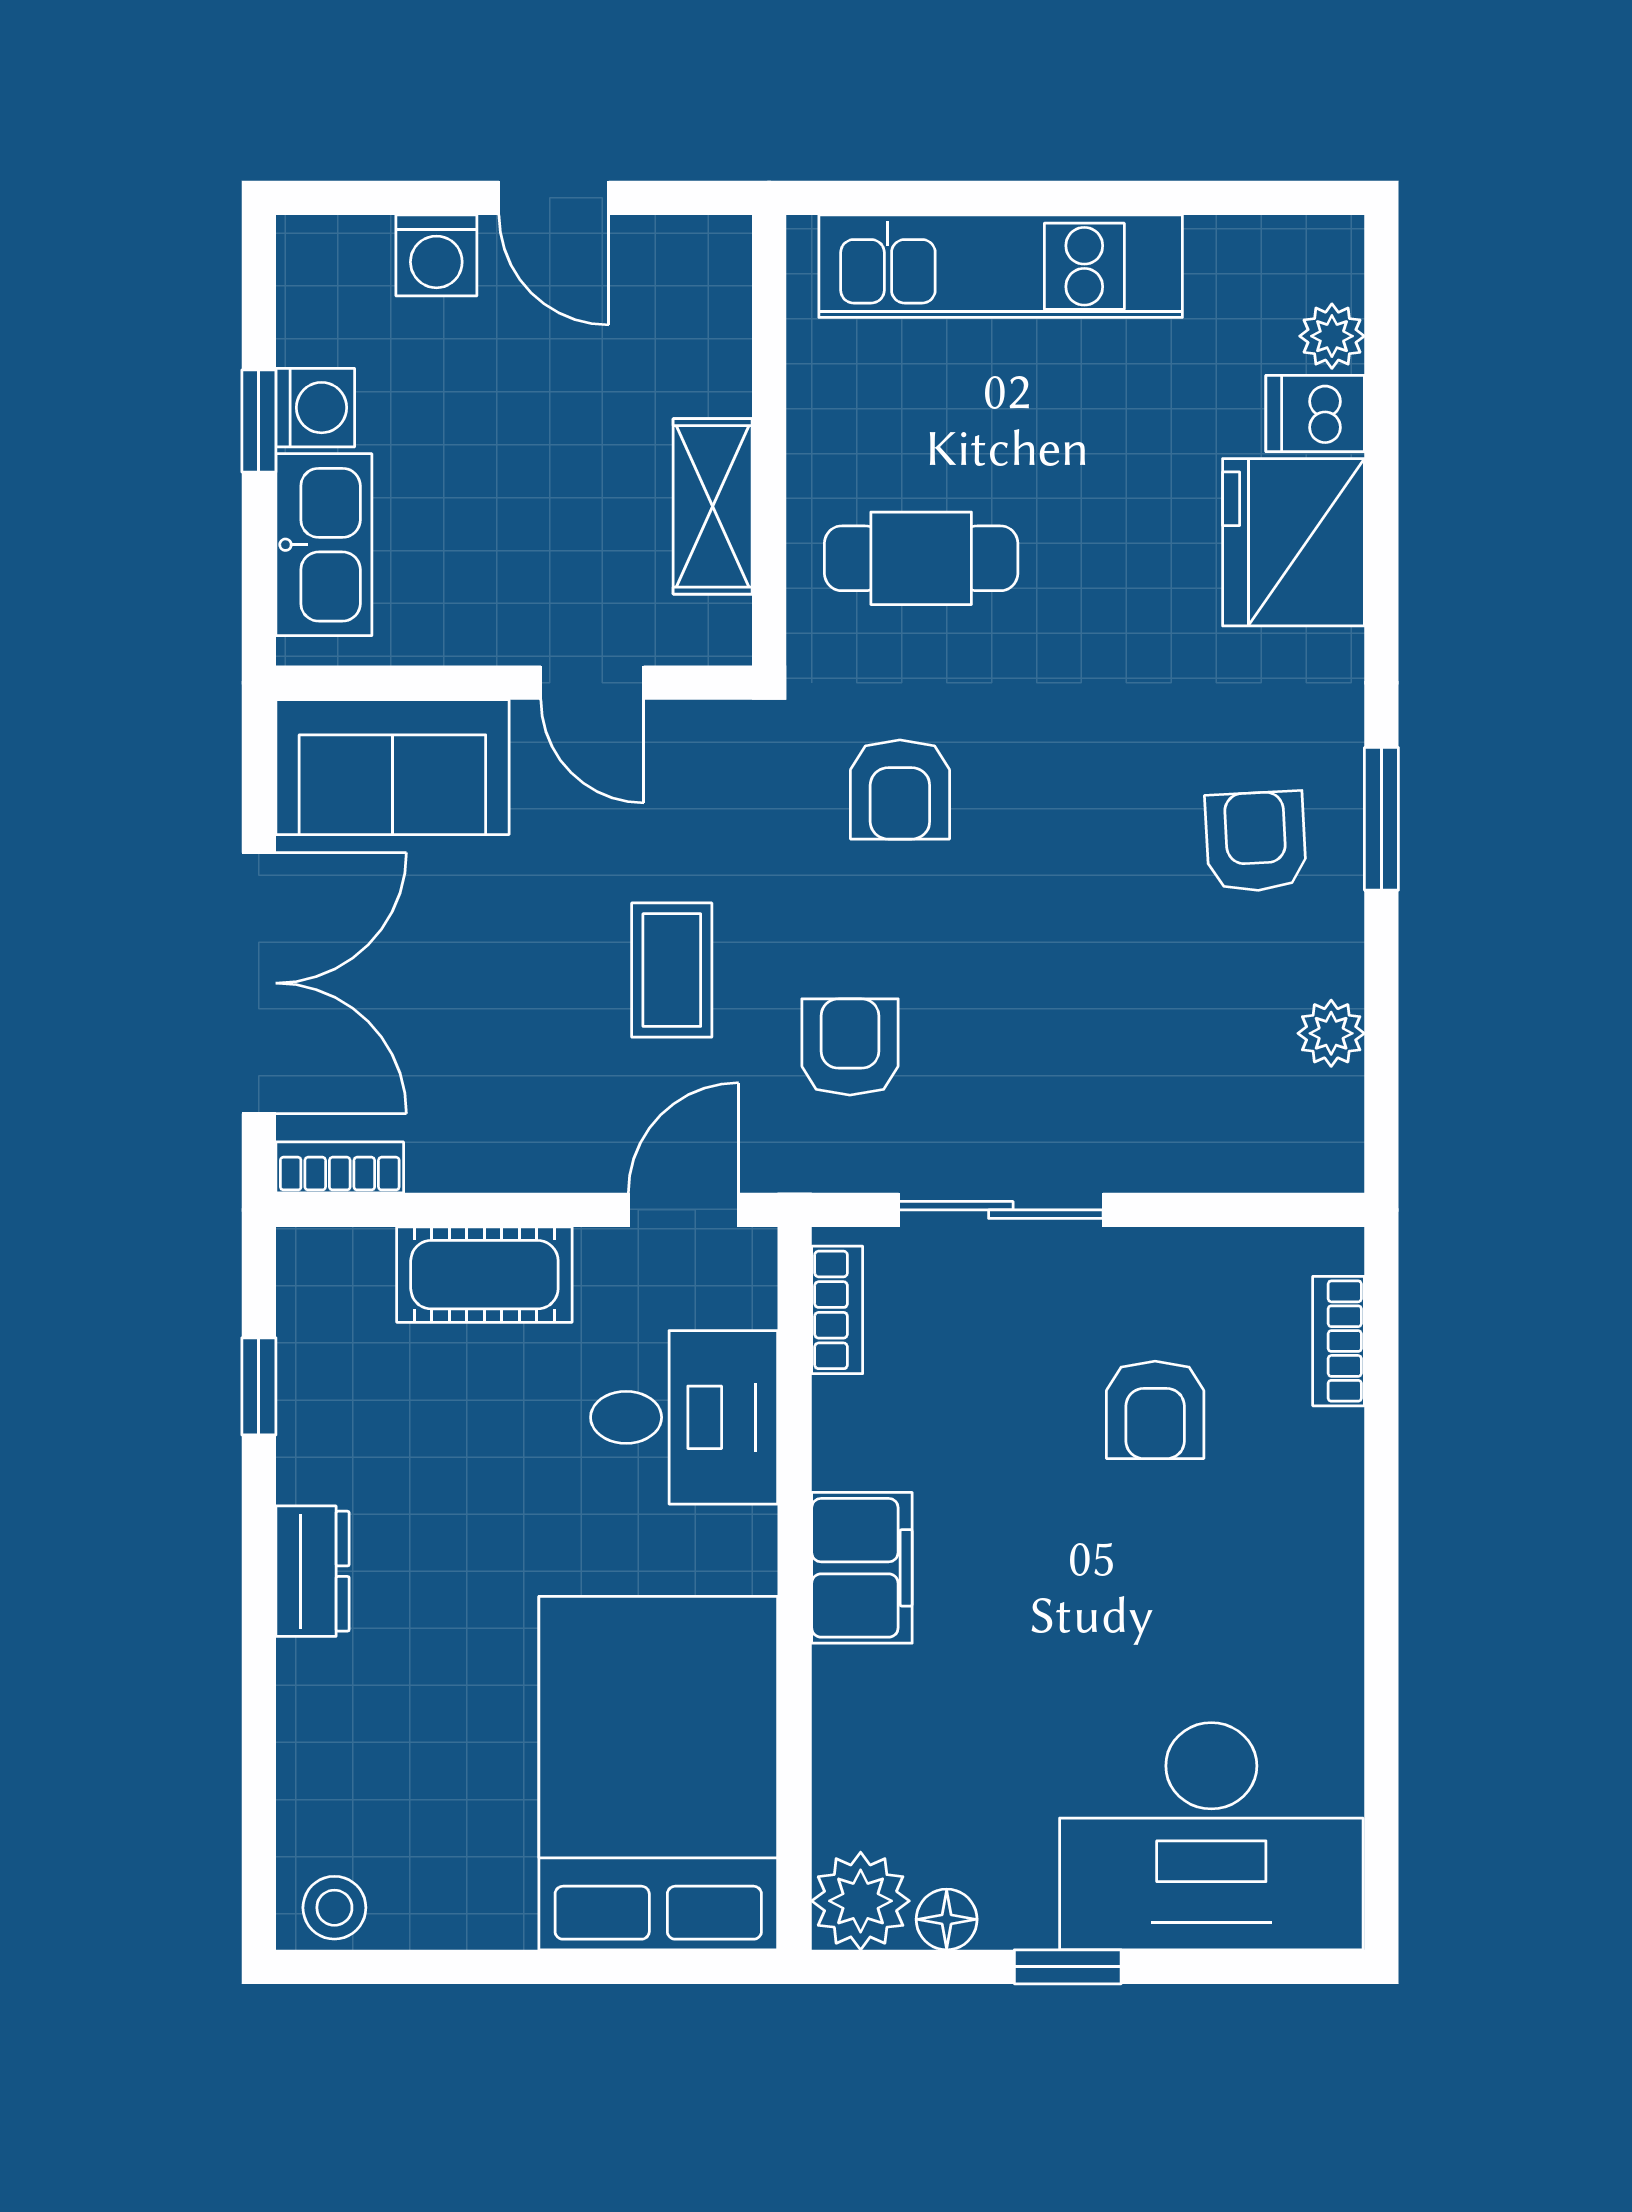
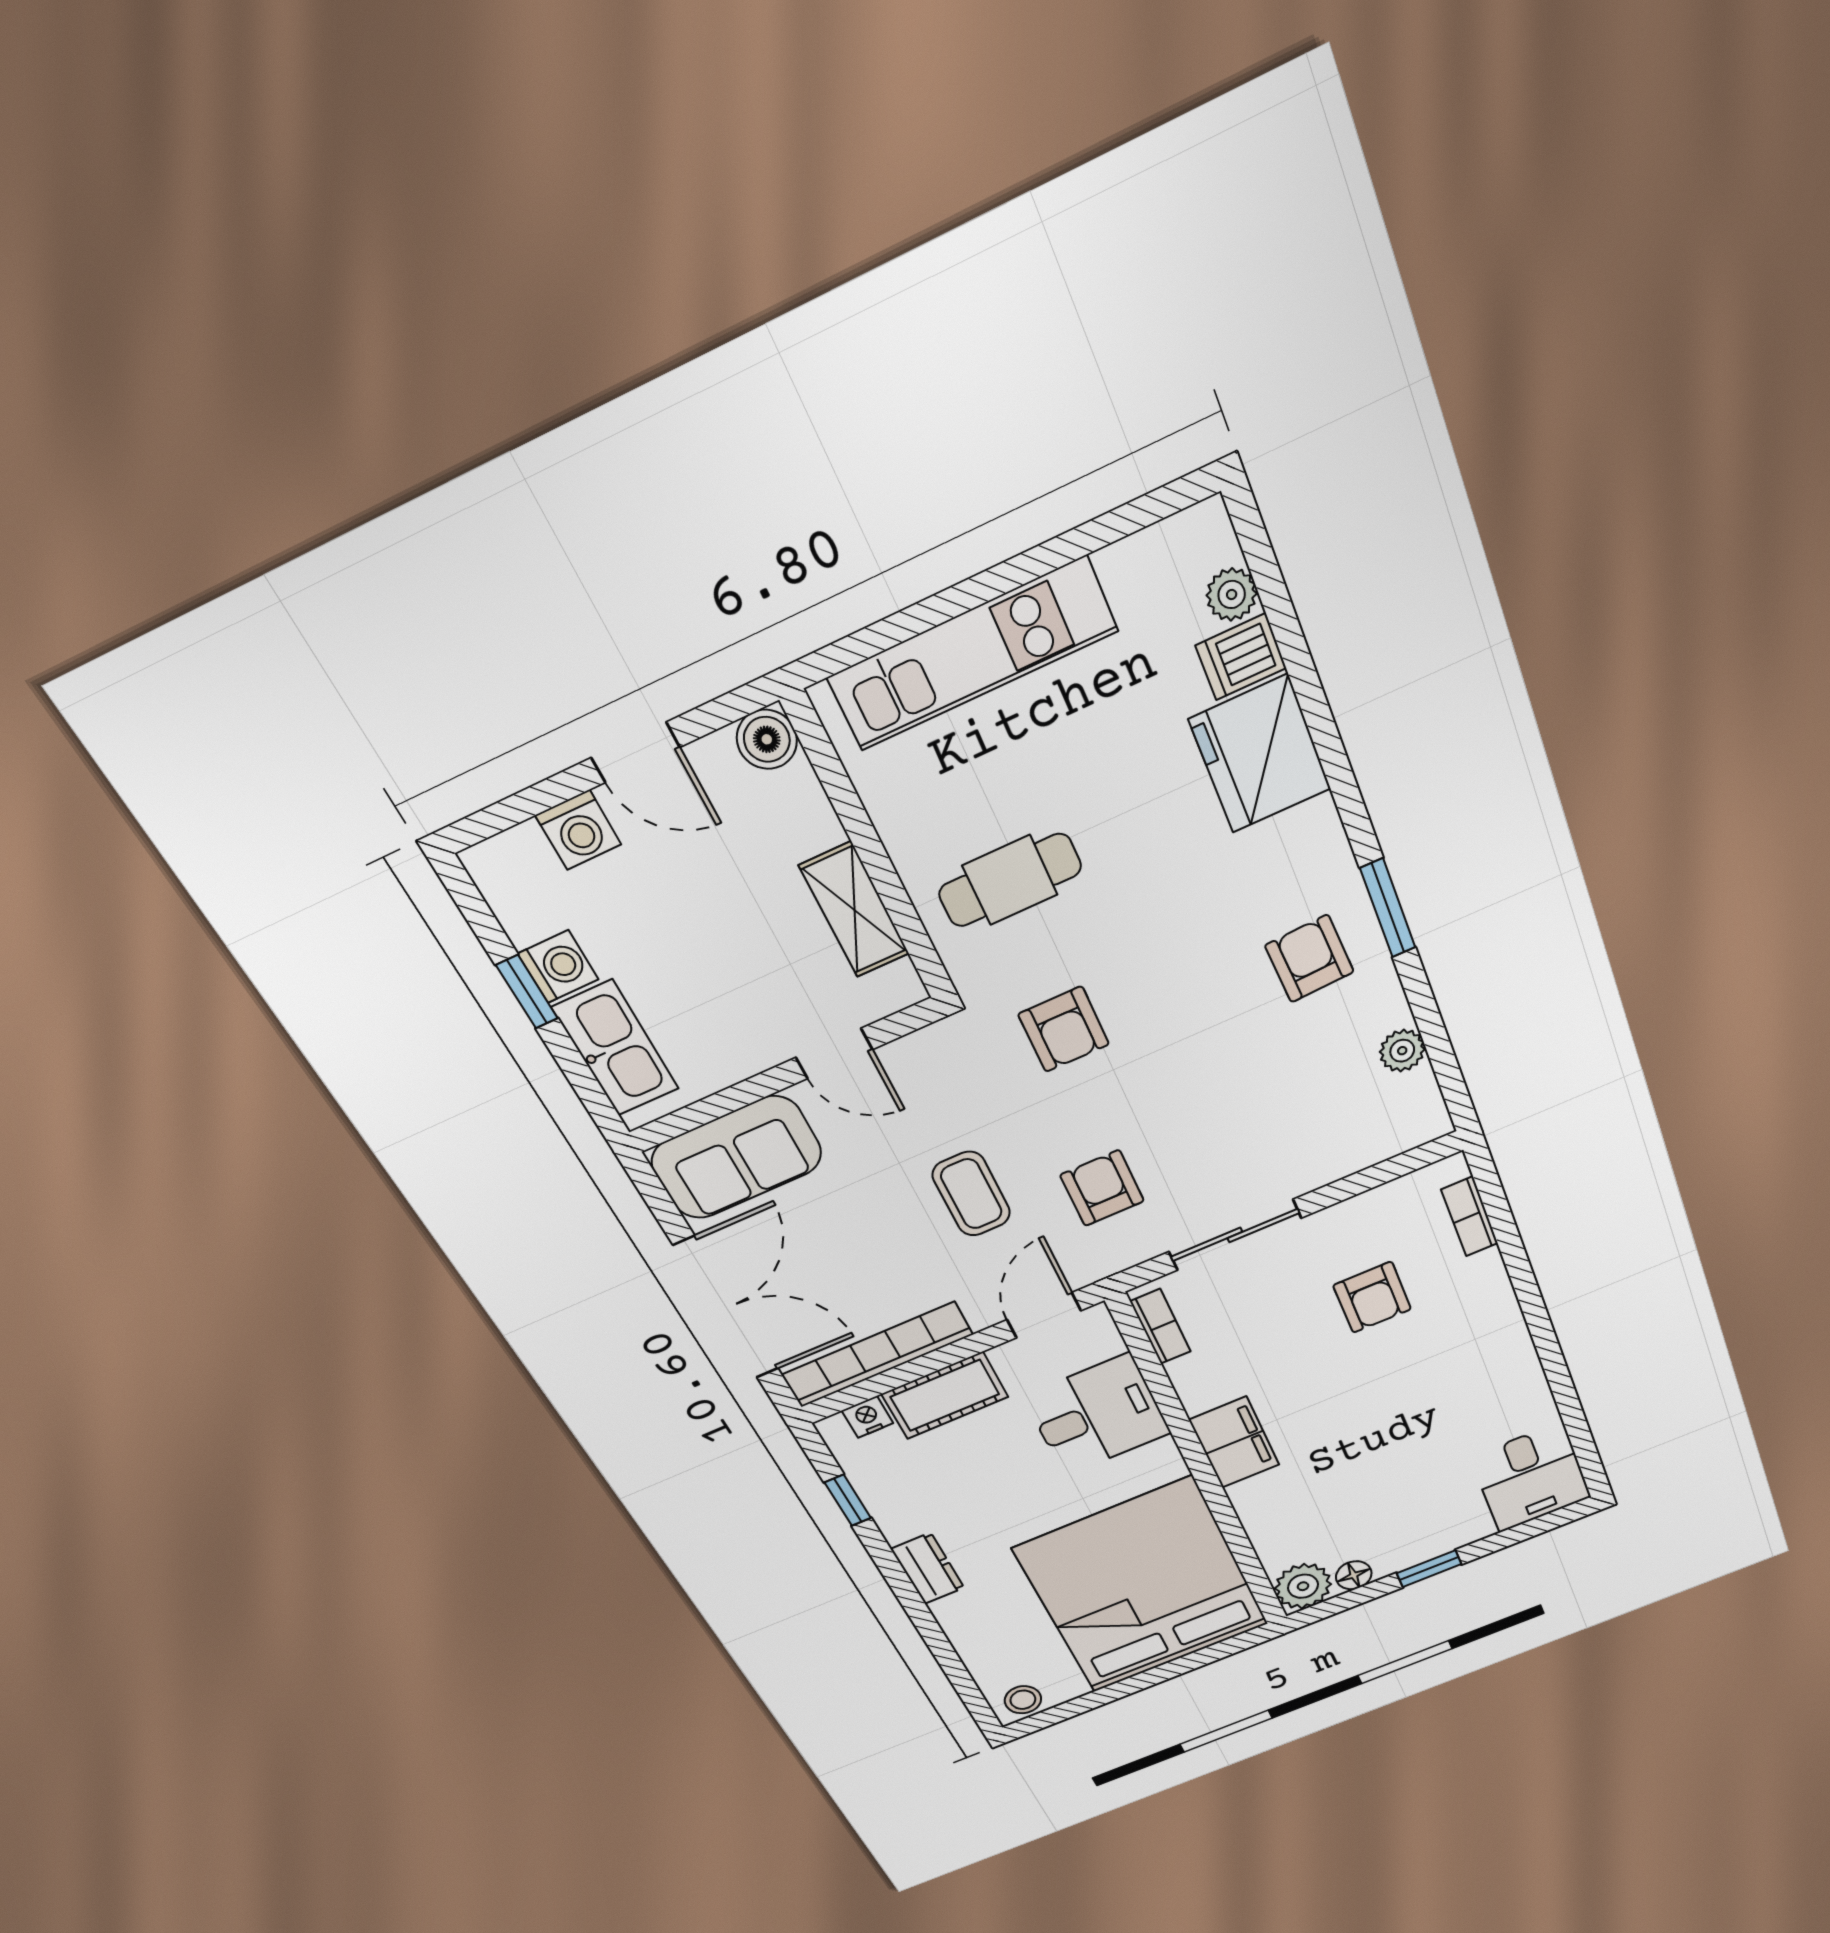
boiler: (714, 253) -> (767, 739), added
bookcase: (340, 1167) -> (877, 1355), width x2.31, depth x1.31
nightstand: (359, 1256) -> (867, 1417), added
bed: (658, 1773) -> (1142, 1587), width x1.36
desk: (1211, 1836) -> (1530, 1477), width x0.53, depth x0.77

